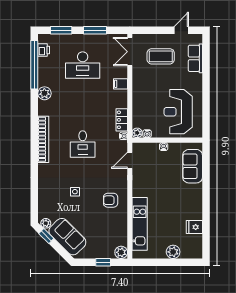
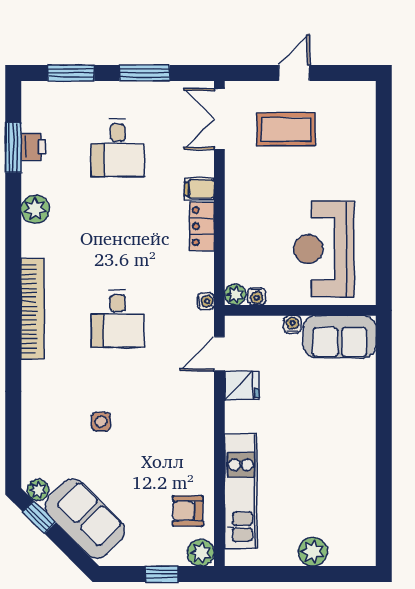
door: (181, 30) -> (294, 73), moved
printer: (44, 50) -> (34, 147), moved
row of seats: (195, 58) -> (361, 134), removed
window: (34, 65) -> (13, 148), width x0.47
desk: (83, 65) -> (118, 148), width x0.73
locker: (122, 120) -> (202, 226), moved
sofa: (193, 166) -> (340, 337), moved, turned -90
armchair: (111, 200) -> (188, 511), moved
fridge: (194, 227) -> (242, 386), moved, turned 180

